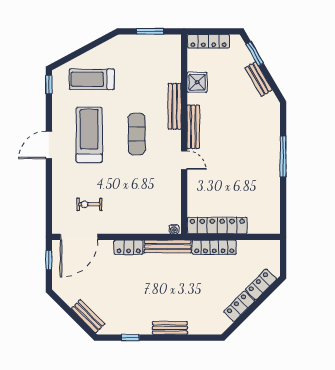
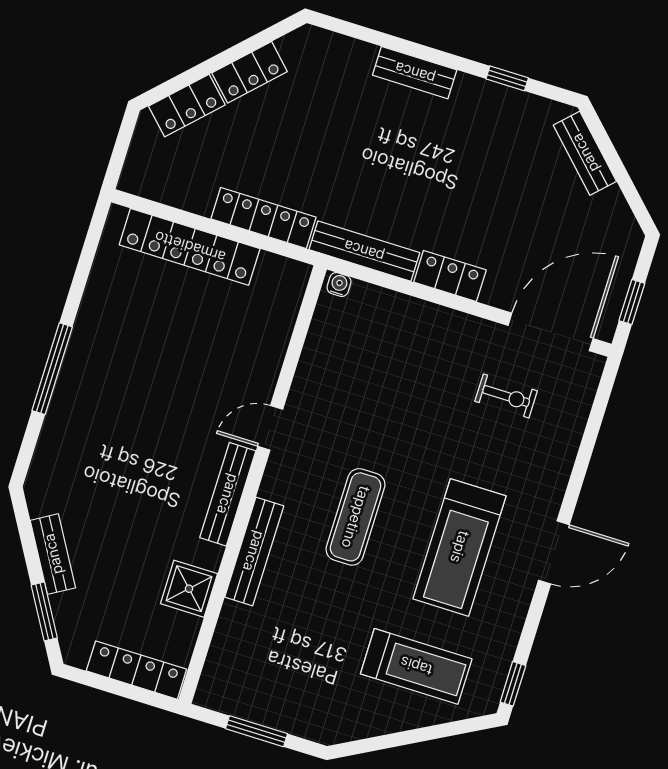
door: (184, 160) -> (270, 428), hinge flipped
locker: (217, 226) -> (190, 247), moved

